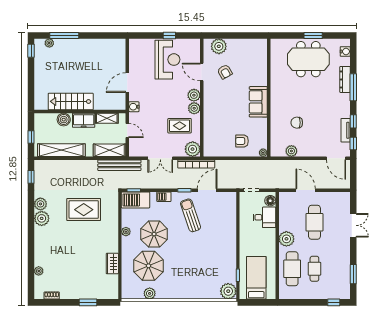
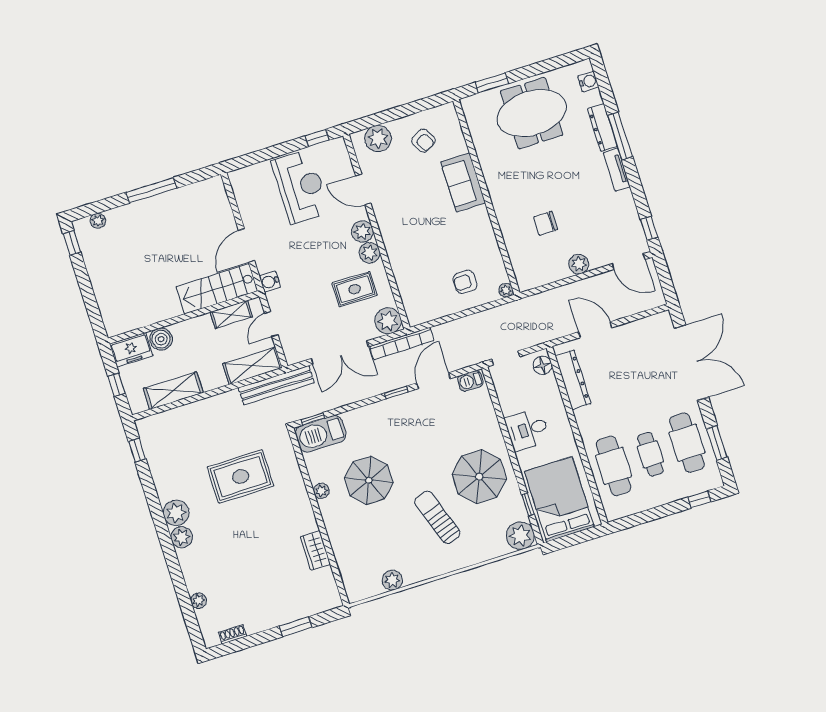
window: (64, 35) -> (151, 190), moved
window: (169, 35) -> (317, 138), moved
window: (313, 35) -> (492, 83), moved
armchair: (225, 72) -> (423, 141), moved
stairs: (71, 101) -> (217, 289), moved
sofa: (258, 102) -> (463, 182), moved
freezer: (84, 120) -> (131, 350), moved
window: (353, 121) -> (638, 192), removed
tv unit: (346, 130) -> (617, 170), moved
door: (127, 131) -> (271, 324), swing flipped
shelving: (61, 150) -> (173, 391), width x0.68
plant: (291, 151) -> (579, 264), moved
double door: (160, 158) -> (340, 353), width x1.37
barbecue: (164, 197) -> (470, 381), moved
plant: (40, 204) -> (182, 537), moved
dresser: (285, 214) -> (573, 380), added
sun lounger: (190, 215) -> (437, 517), moved
desk: (264, 217) -> (527, 430), moved, turned 180
cafe table: (314, 222) -> (687, 443), moved
double door: (353, 225) -> (692, 363), width x1.87
plant: (286, 239) -> (589, 420), removed
parasol: (148, 266) -> (479, 477), moved
bed: (256, 278) -> (559, 499), width x1.50

